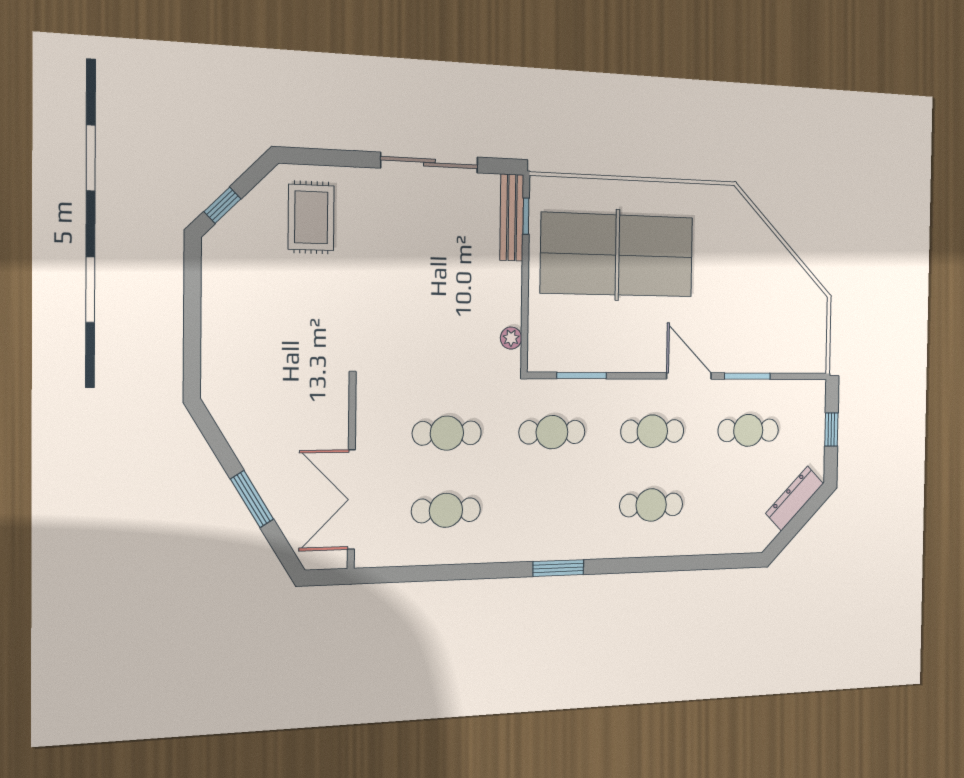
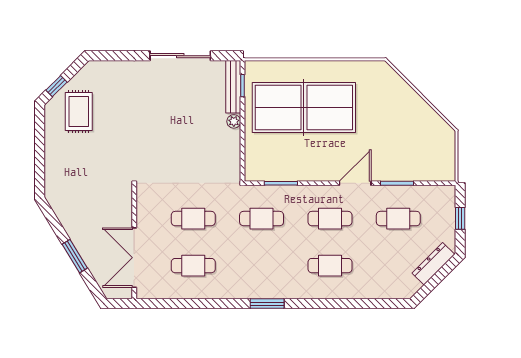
rug: (311, 217) -> (79, 111), moved
plant: (511, 338) -> (234, 121), moved
door: (689, 376) -> (355, 183), hinge flipped

